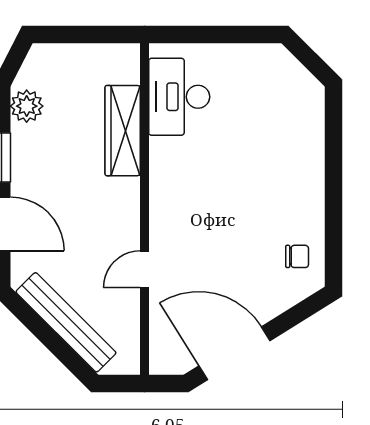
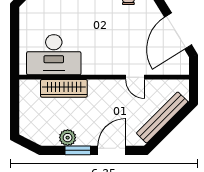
desk: (179, 97) -> (54, 55), width x1.36, depth x1.30
plant: (27, 106) -> (68, 138), moved

